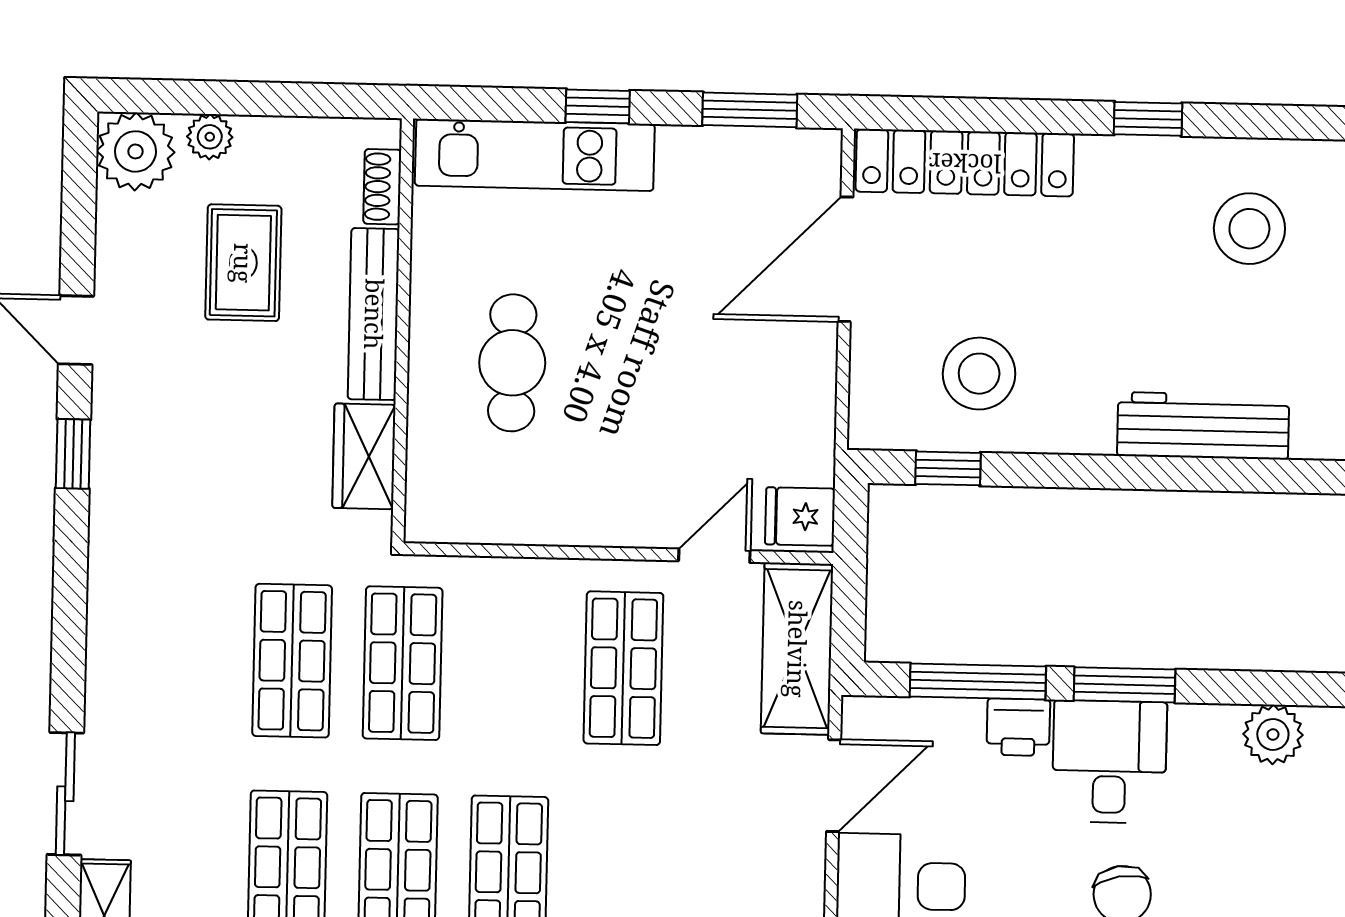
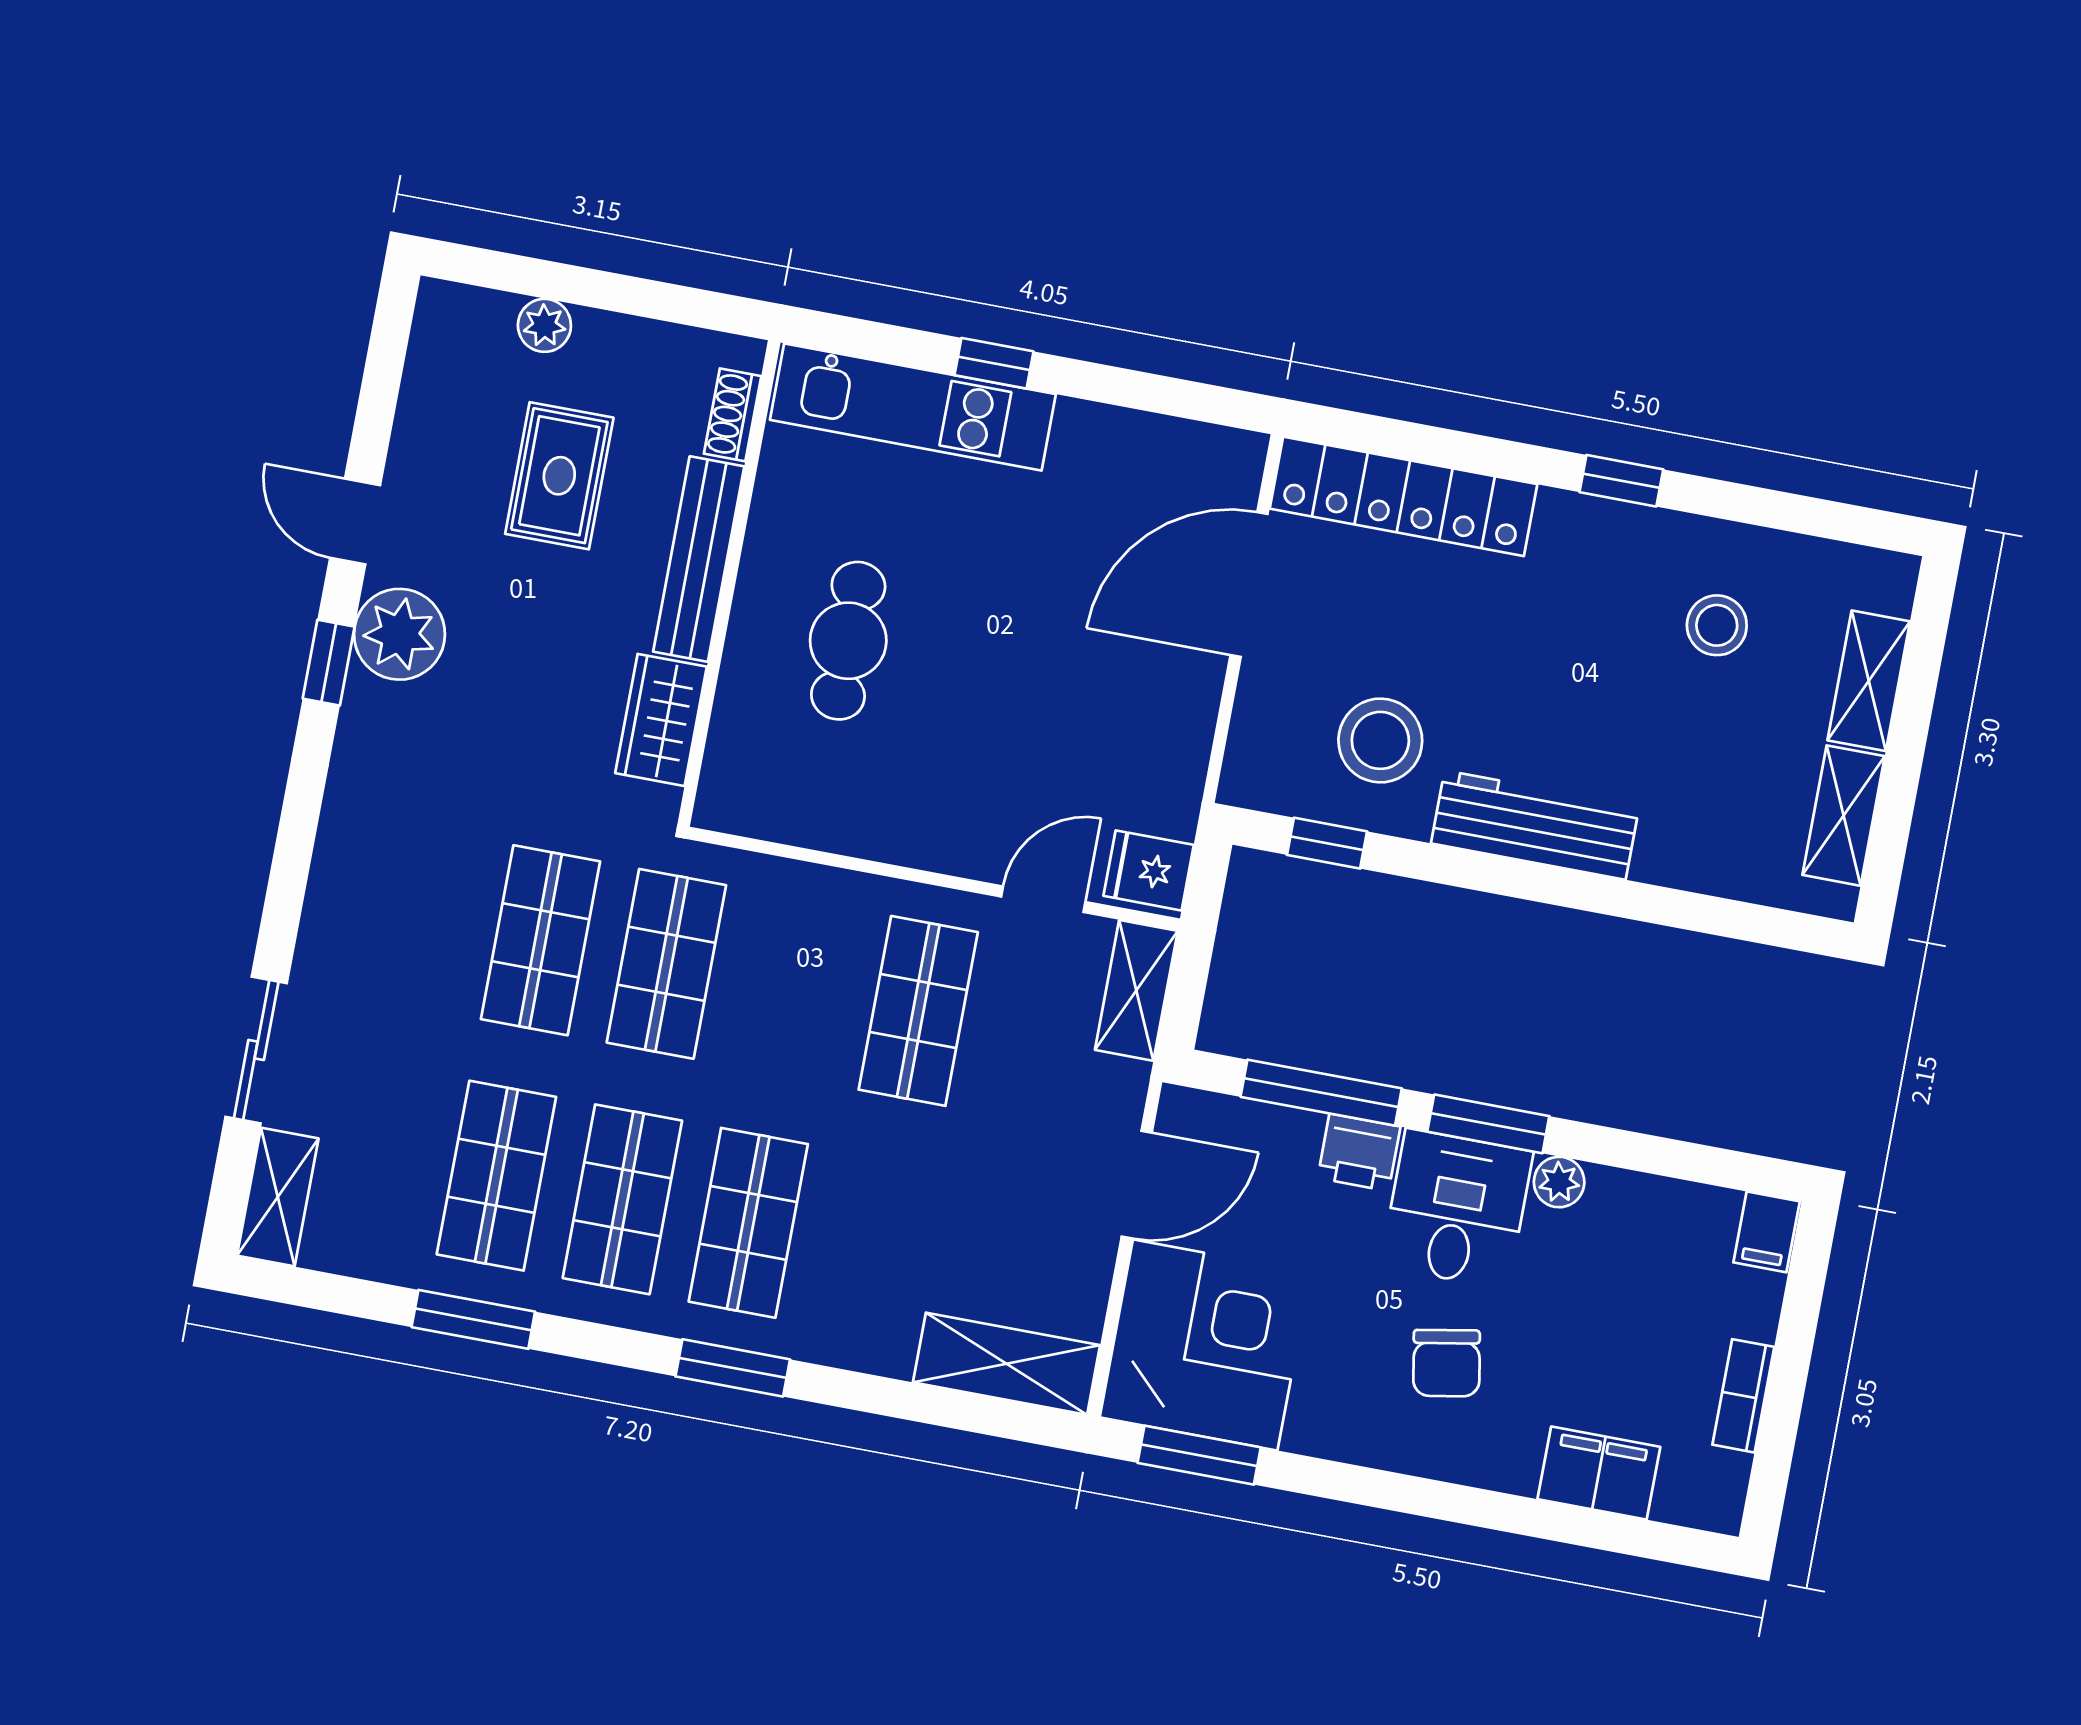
window: (750, 110) -> (1167, 396), removed
plant: (136, 151) -> (399, 634), moved
stool: (1249, 229) -> (1717, 625), width x0.73, depth x0.73
workbench: (1203, 426) -> (1535, 825), moved
shelving: (797, 649) -> (1136, 990), width x0.67, depth x0.75
plant: (1273, 734) -> (1559, 1182), moved, width x0.73, depth x0.73

